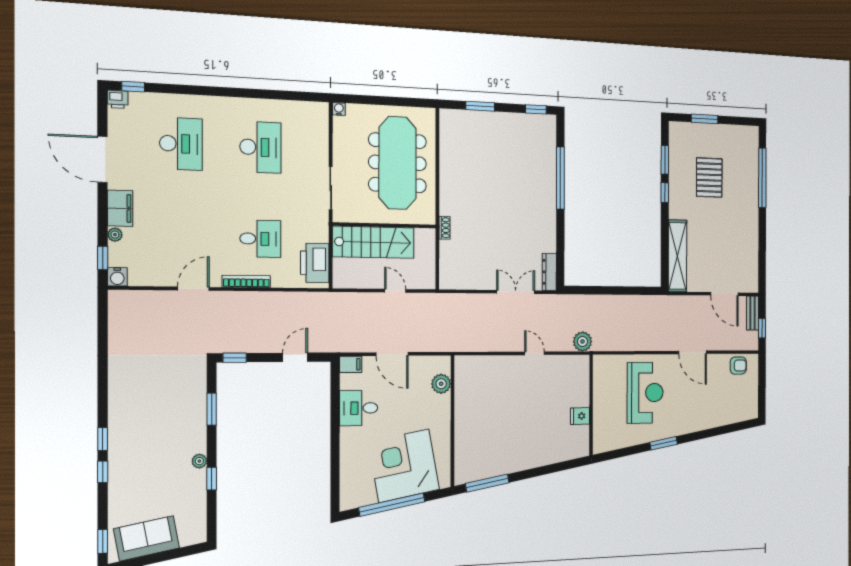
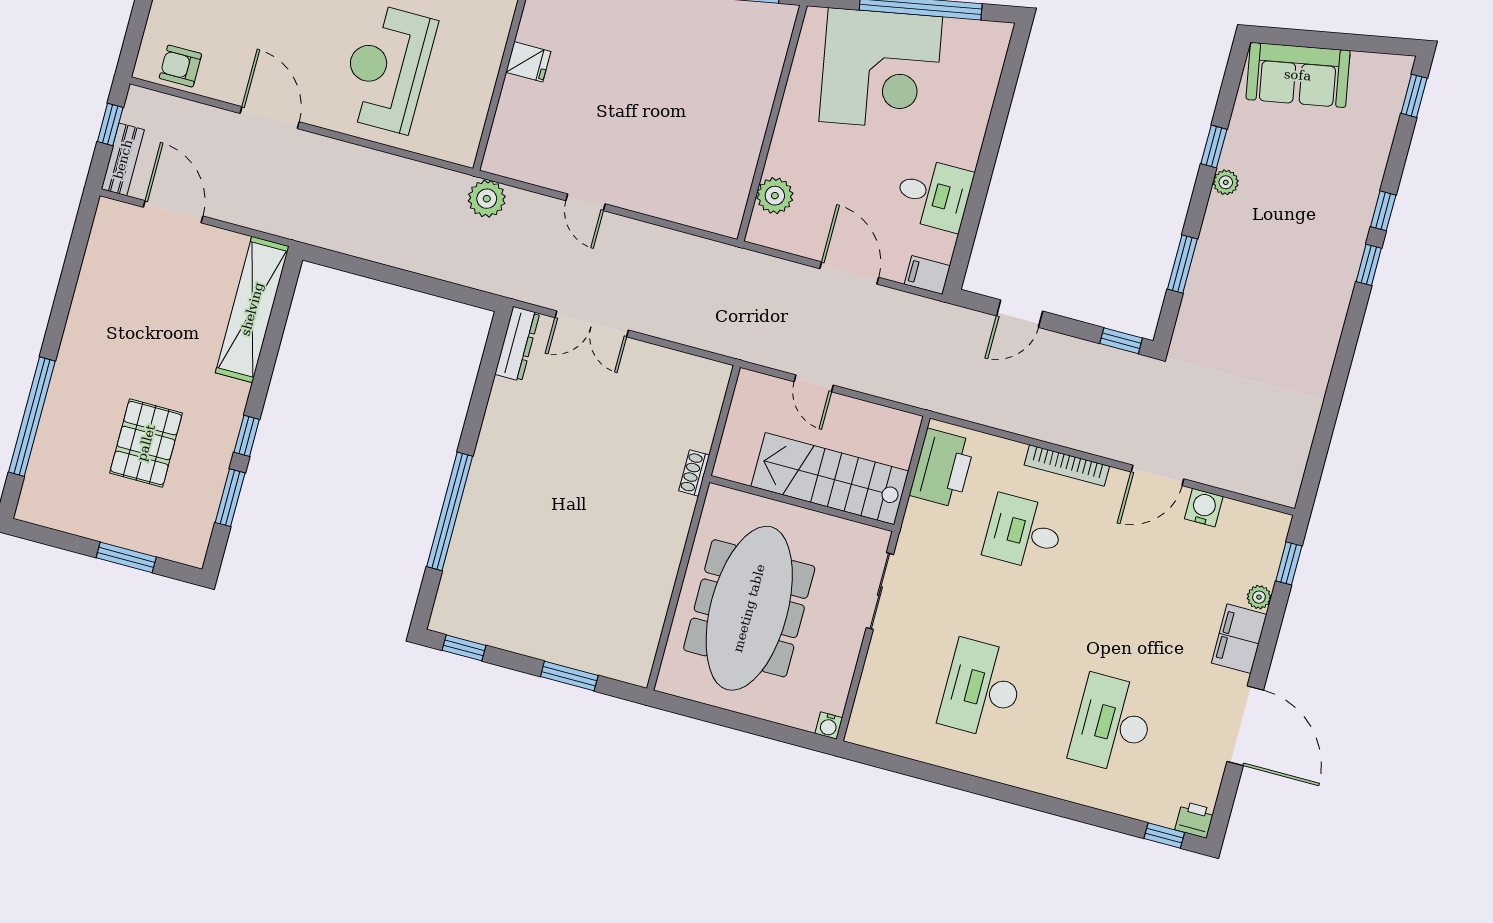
water cooler: (117, 277) -> (1204, 508), moved
sofa: (147, 538) -> (1298, 75), moved

